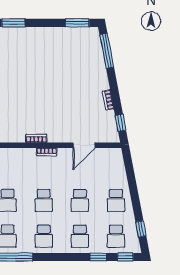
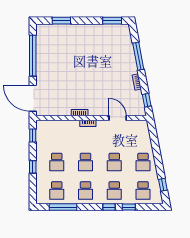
window: (107, 51) -> (138, 56), moved
door: (84, 145) -> (118, 118), swing flipped
window: (125, 257) -> (109, 207), moved

